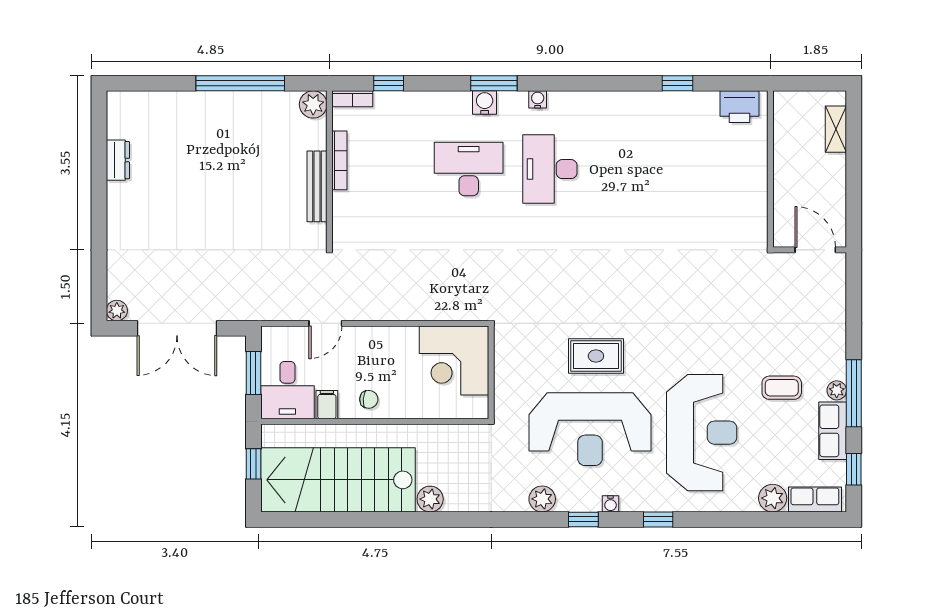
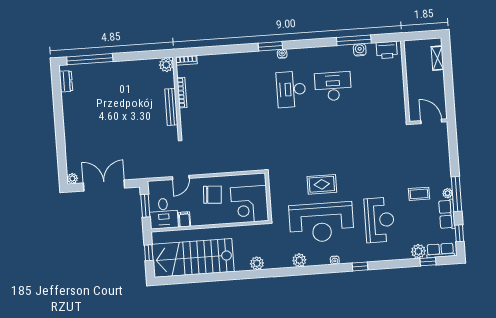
window: (240, 83) -> (90, 59), moved
window: (389, 83) -> (205, 51), removed
window: (494, 83) -> (270, 46), moved
window: (677, 83) -> (354, 40), width x2.17
water cooler: (485, 102) -> (360, 50), moved
dresser: (118, 160) -> (66, 81), moved
desk: (469, 169) -> (333, 86), moved
double door: (177, 328) -> (104, 186), swing flipped
corner desk: (454, 360) -> (249, 204), moved
chair: (369, 399) -> (212, 195), moved, width x1.87, depth x1.87
reception desk: (702, 433) -> (379, 220), width x0.74, depth x0.77
plant: (430, 499) -> (257, 263), moved
window: (583, 519) -> (428, 262), moved

